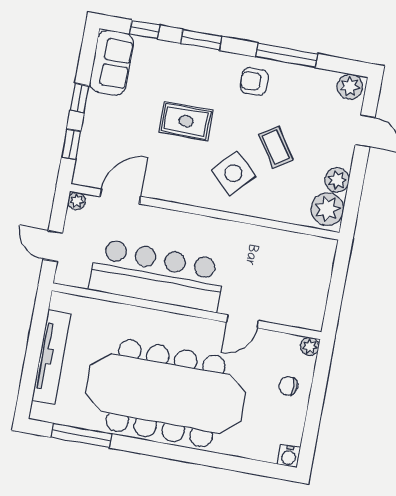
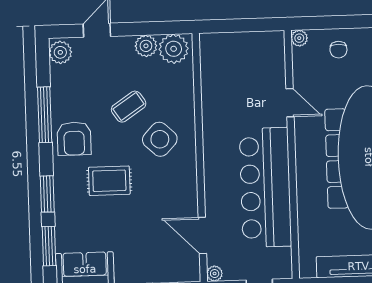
window: (145, 29) -> (49, 246), width x1.50
armchair: (254, 81) -> (74, 139), width x1.38, depth x1.38
rug: (186, 121) -> (109, 181), moved, turned 90

